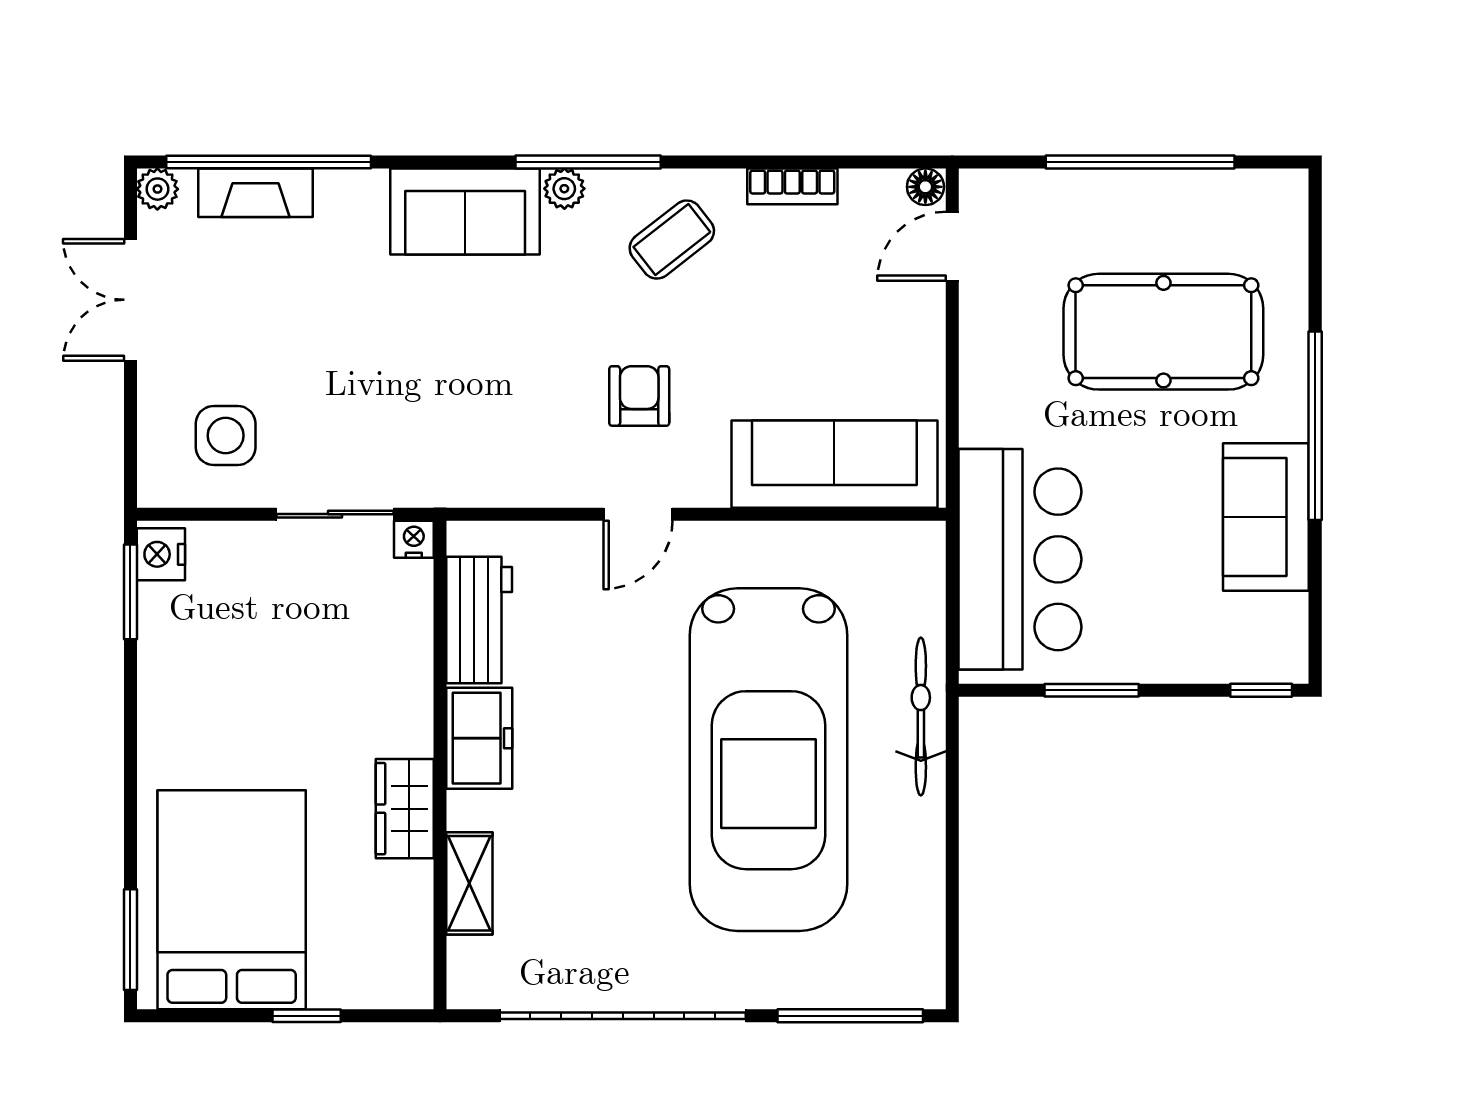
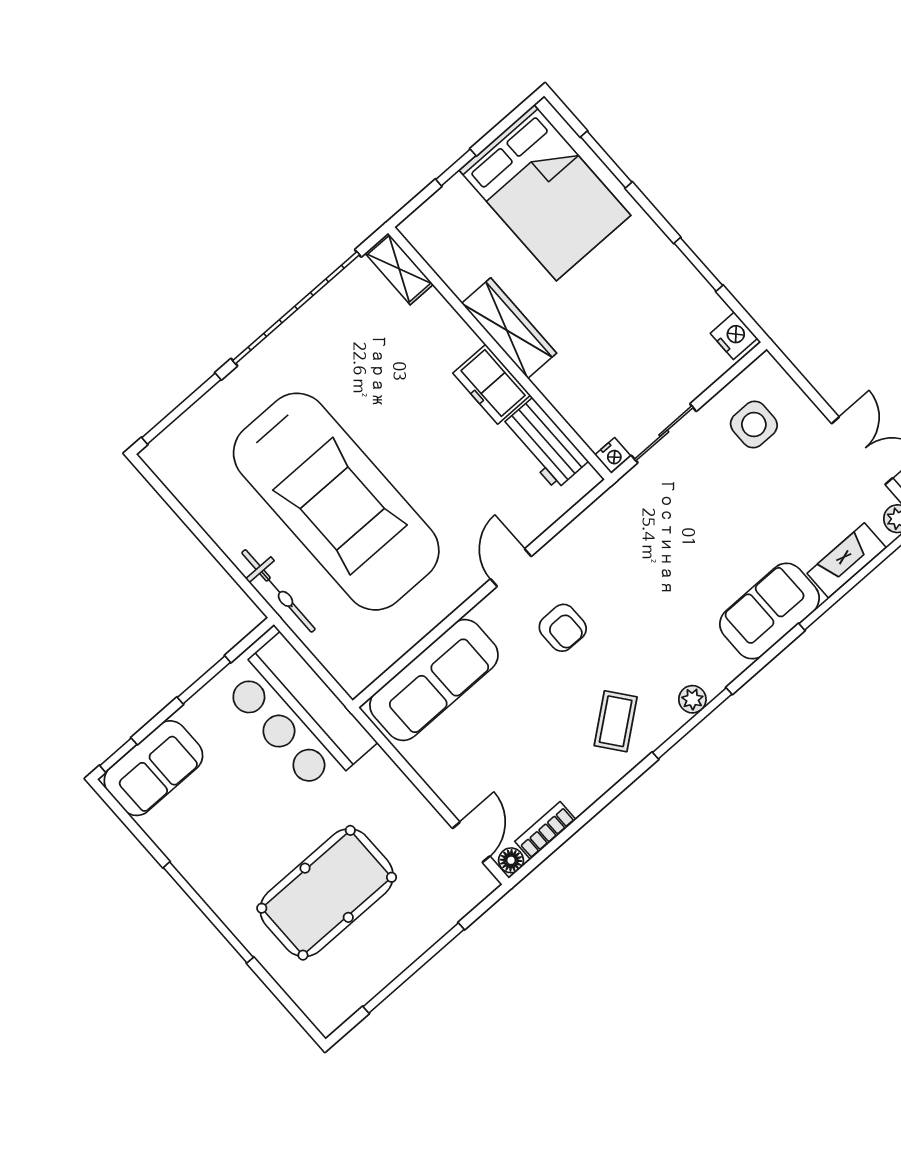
bookcase: (792, 186) -> (545, 831), moved
sofa: (465, 212) -> (770, 611), moved
sofa: (1266, 517) -> (153, 768), moved, turned 90
window: (130, 592) -> (698, 264), moved
car: (769, 760) -> (336, 502), turned 180
wardrobe: (405, 809) -> (509, 328), width x1.50
shelving: (469, 883) -> (399, 269), moved
window: (130, 940) -> (606, 160), moved

